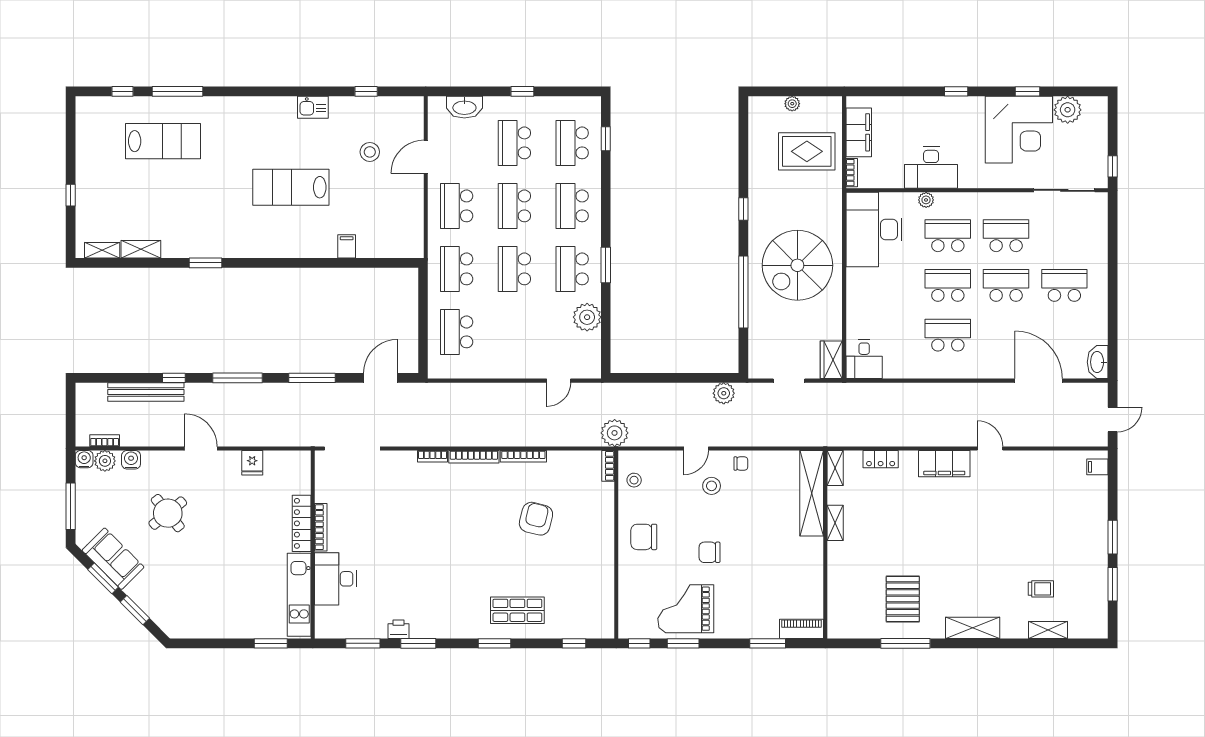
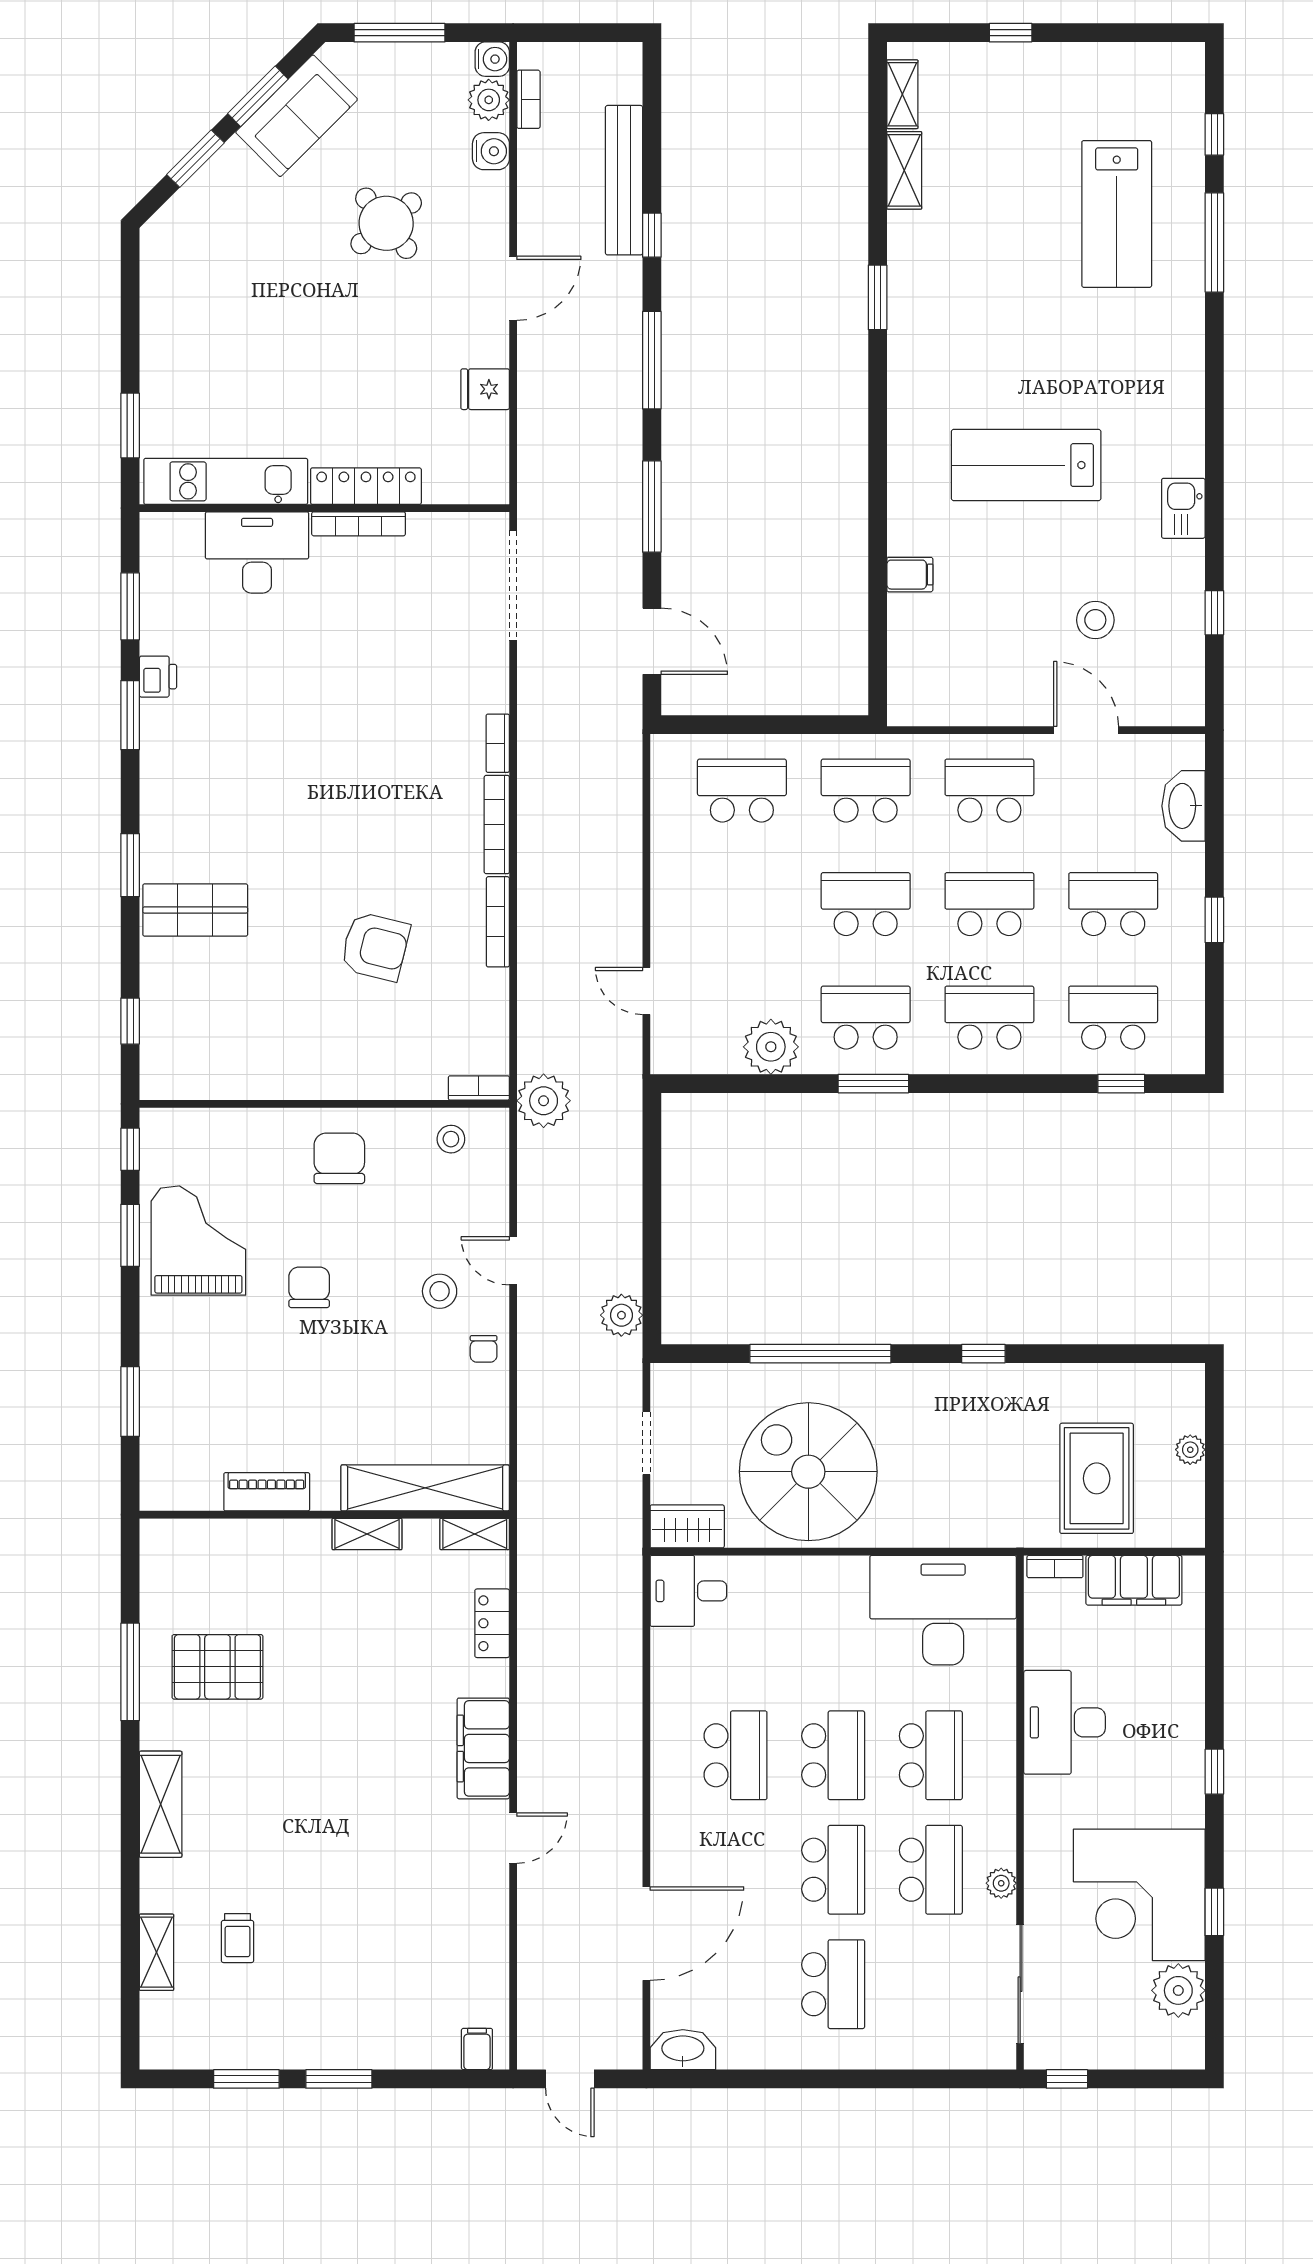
lab bench: (291, 187) -> (1026, 465), turned -90
plant: (926, 200) -> (1001, 1883), moved
spiral stairs: (797, 265) -> (808, 1472), moved
shop shelf: (517, 610) -> (195, 910), turned 90
piano: (802, 629) -> (267, 1492), moved, turned -90

